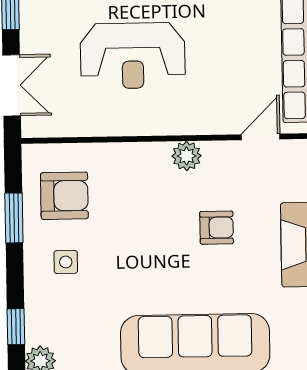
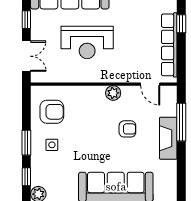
door: (261, 137) -> (150, 84), swing flipped
window: (14, 218) -> (26, 143), moved

